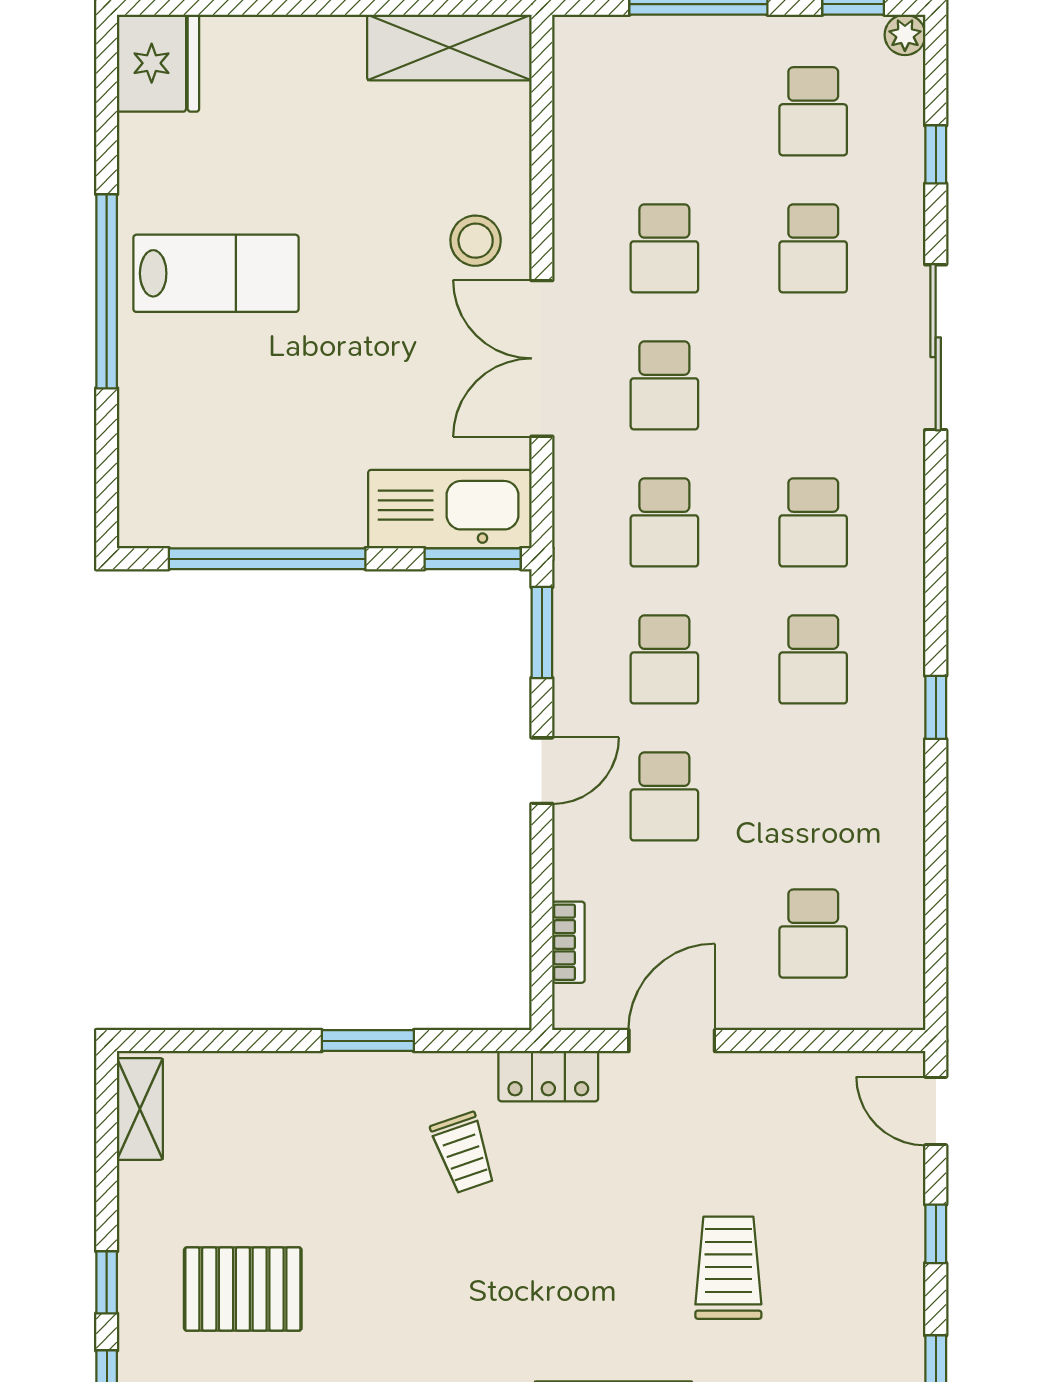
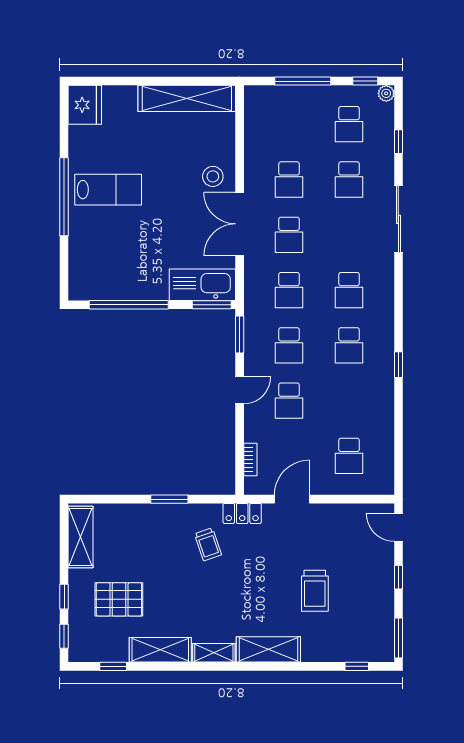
shelving: (449, 47) -> (187, 98), width x1.47
shelving: (140, 1109) -> (81, 537), width x1.50, depth x1.33
trolley: (728, 1268) -> (315, 591), turned 180

